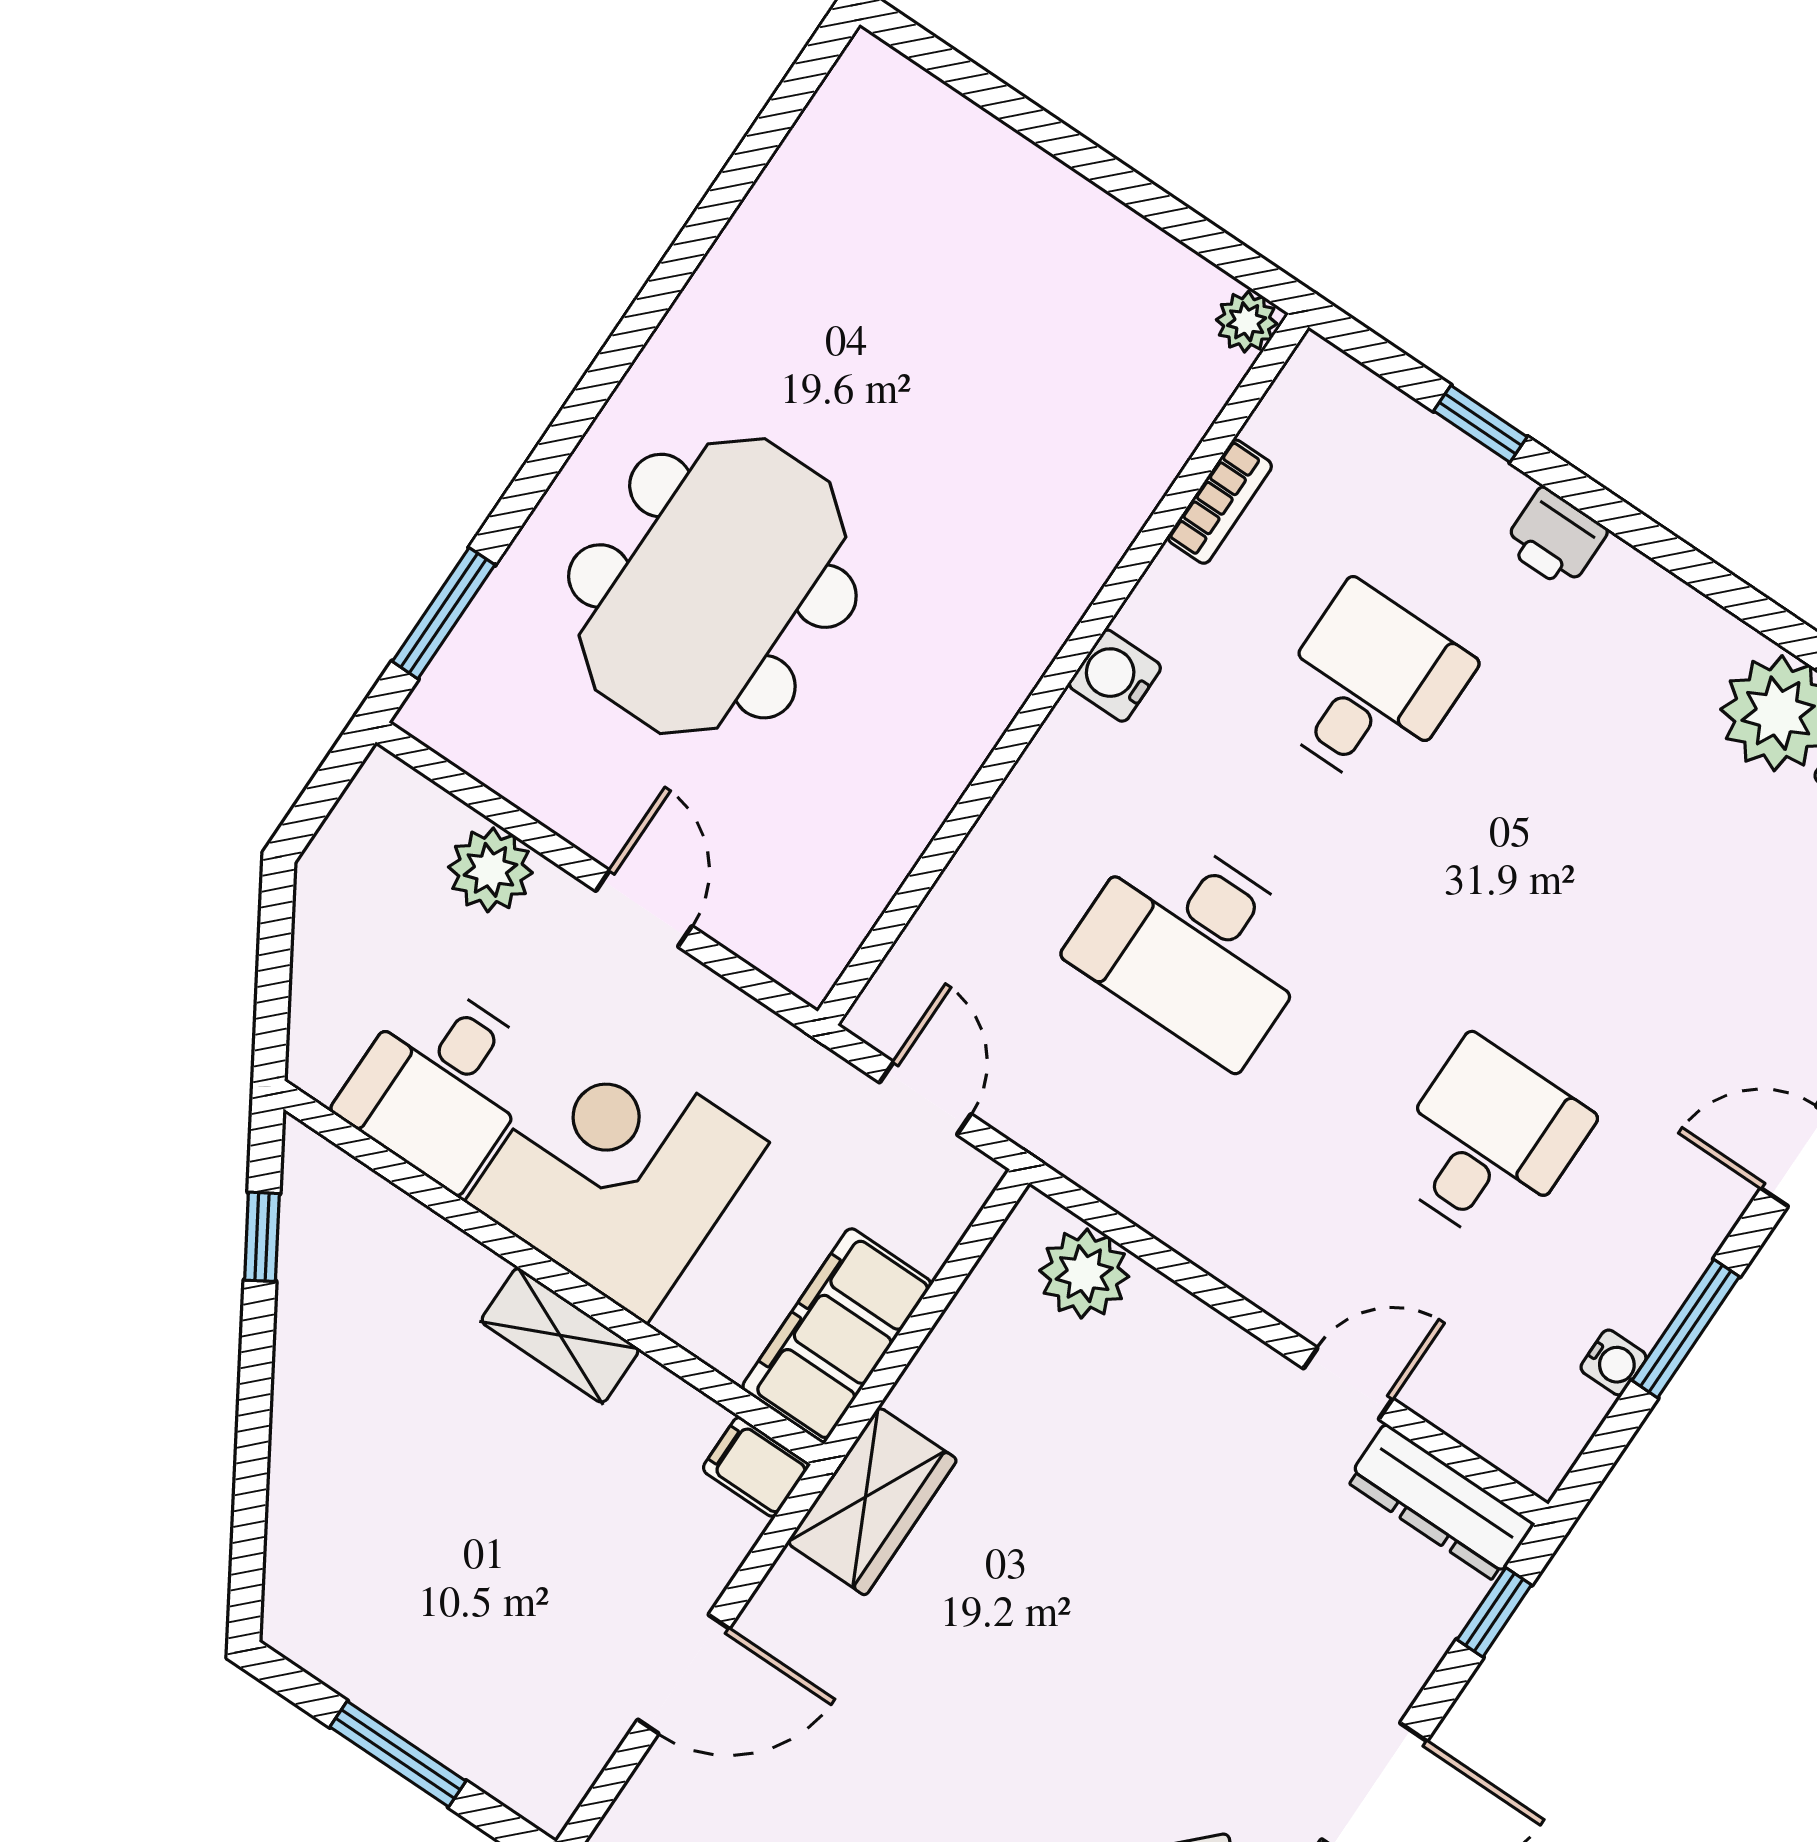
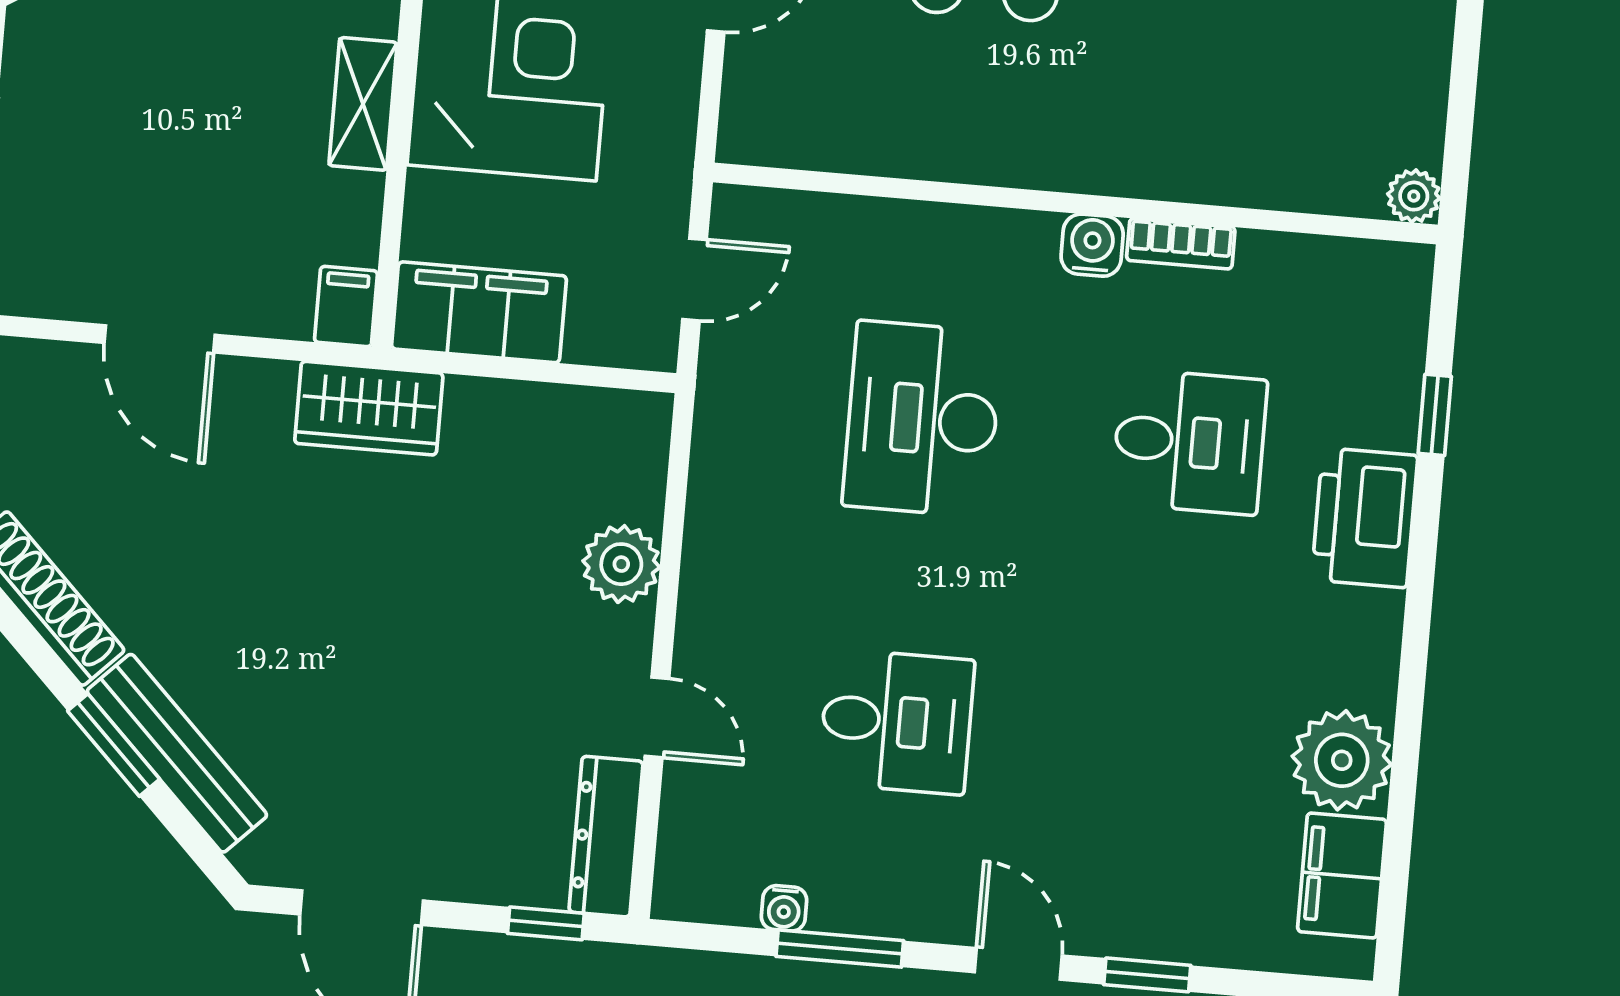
bookcase: (1220, 502) -> (1181, 244), moved
printer: (1555, 538) -> (1365, 518), width x1.87, depth x1.48
plant: (1084, 1274) -> (621, 564), moved

